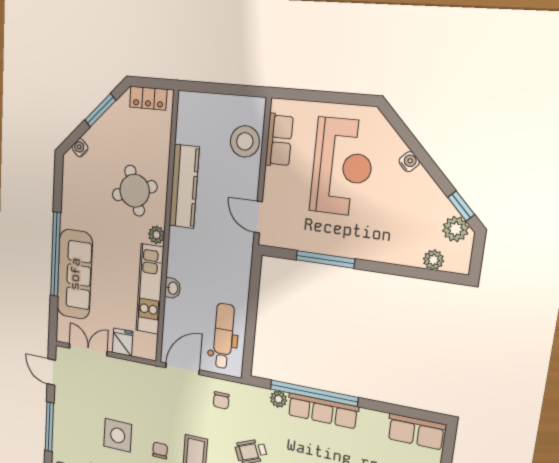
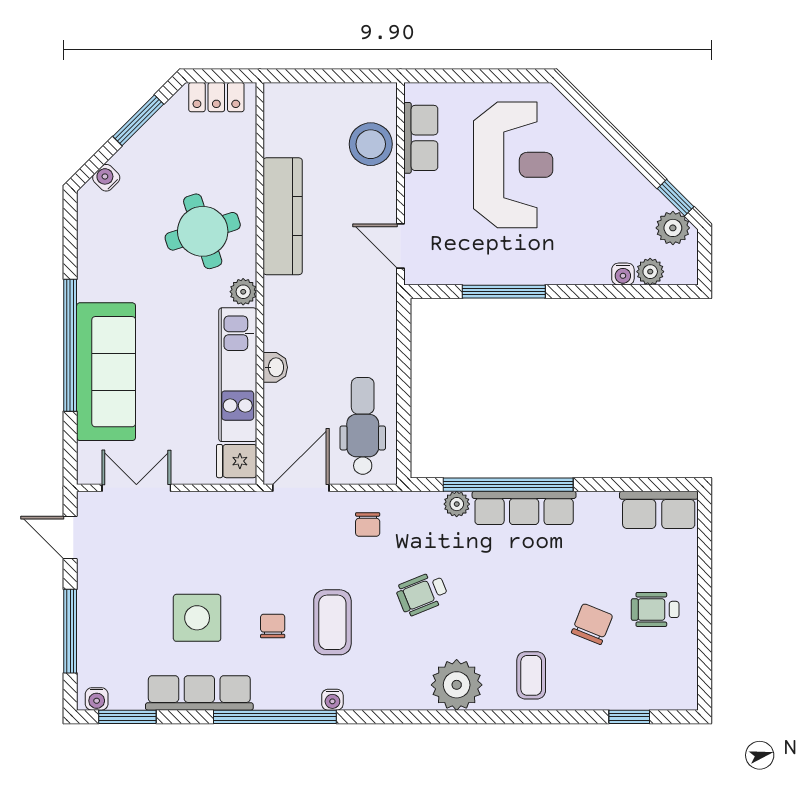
water cooler: (409, 162) -> (623, 274), moved, turned 135
fridge: (123, 342) -> (237, 461), moved, turned -90

